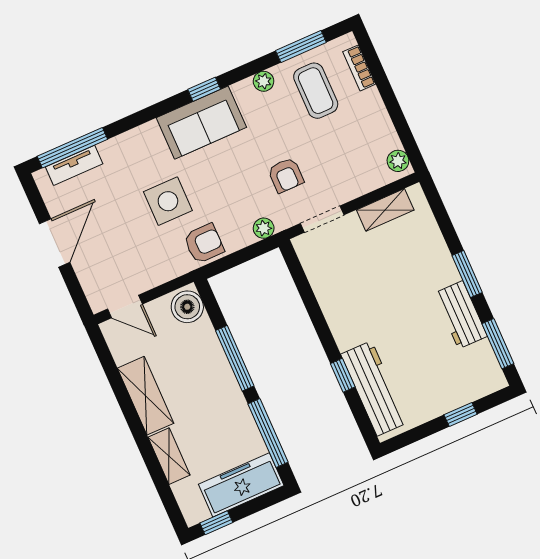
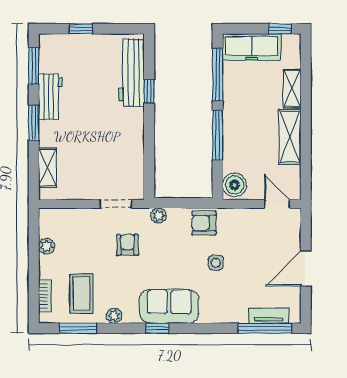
plant: (398, 161) -> (47, 246), moved
side table: (168, 201) -> (216, 263), width x0.54, depth x0.54
shelving: (385, 210) -> (47, 168), moved, turned 90

